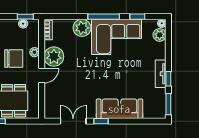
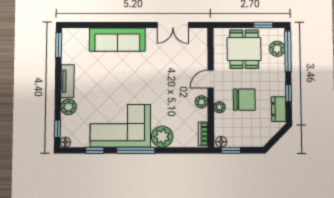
floor lamp: (23, 24) -> (221, 142), moved
plant: (160, 35) -> (68, 107), moved
plant: (54, 57) -> (202, 102), width x0.53, depth x0.53
chair: (14, 58) -> (244, 100), turned 180
window: (168, 79) -> (57, 129), moved
window: (101, 121) -> (140, 25), removed

